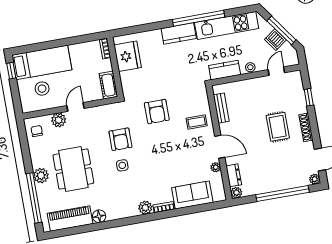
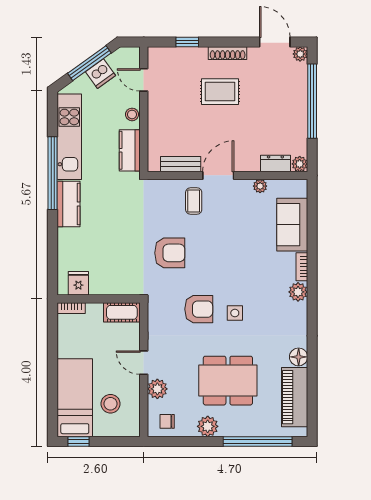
fridge: (128, 56) -> (78, 283), width x0.53, depth x0.75
door: (220, 147) -> (218, 175), moved
plant: (41, 176) -> (208, 426), moved

